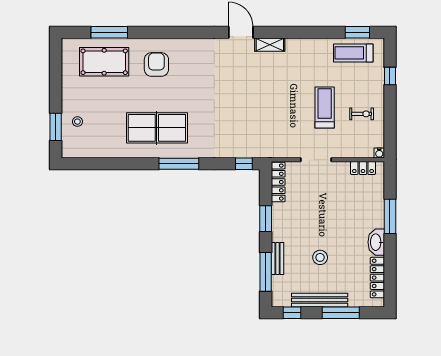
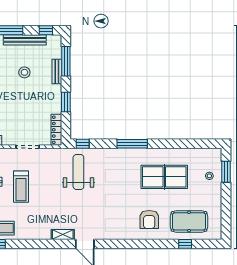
window: (109, 32) -> (185, 244), width x0.46
weight bench: (249, 127) -> (78, 172), added
table tennis table: (157, 128) -> (164, 177), moved

